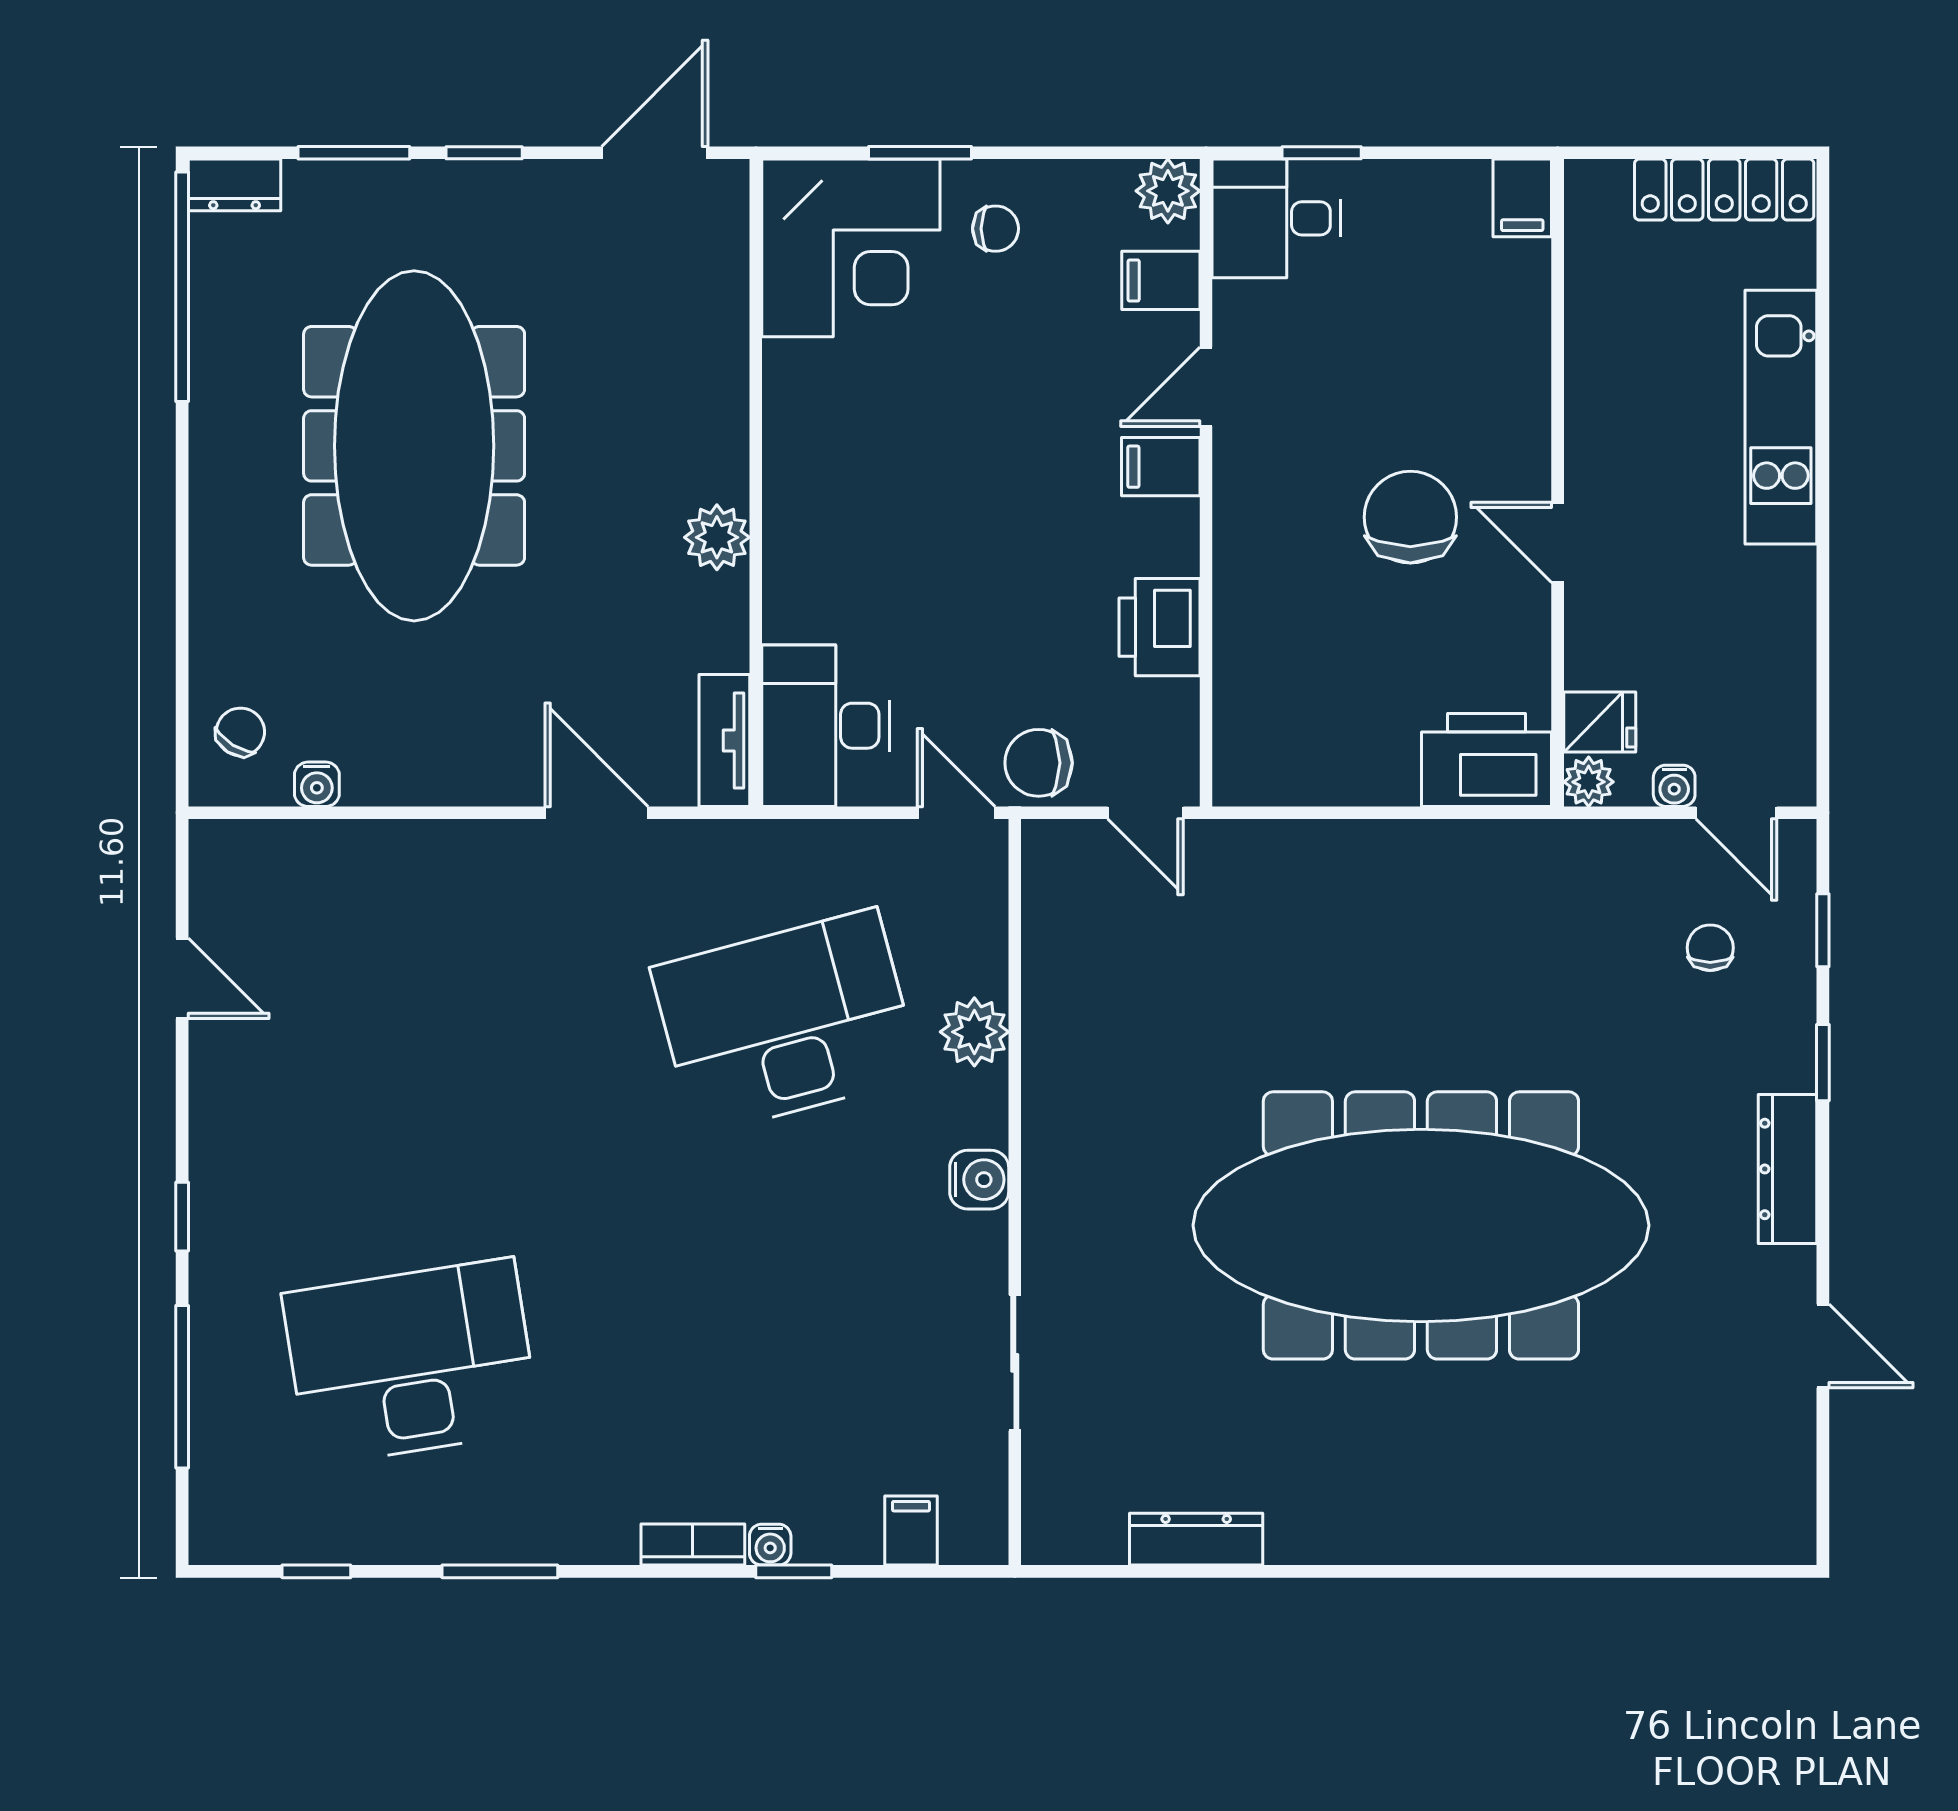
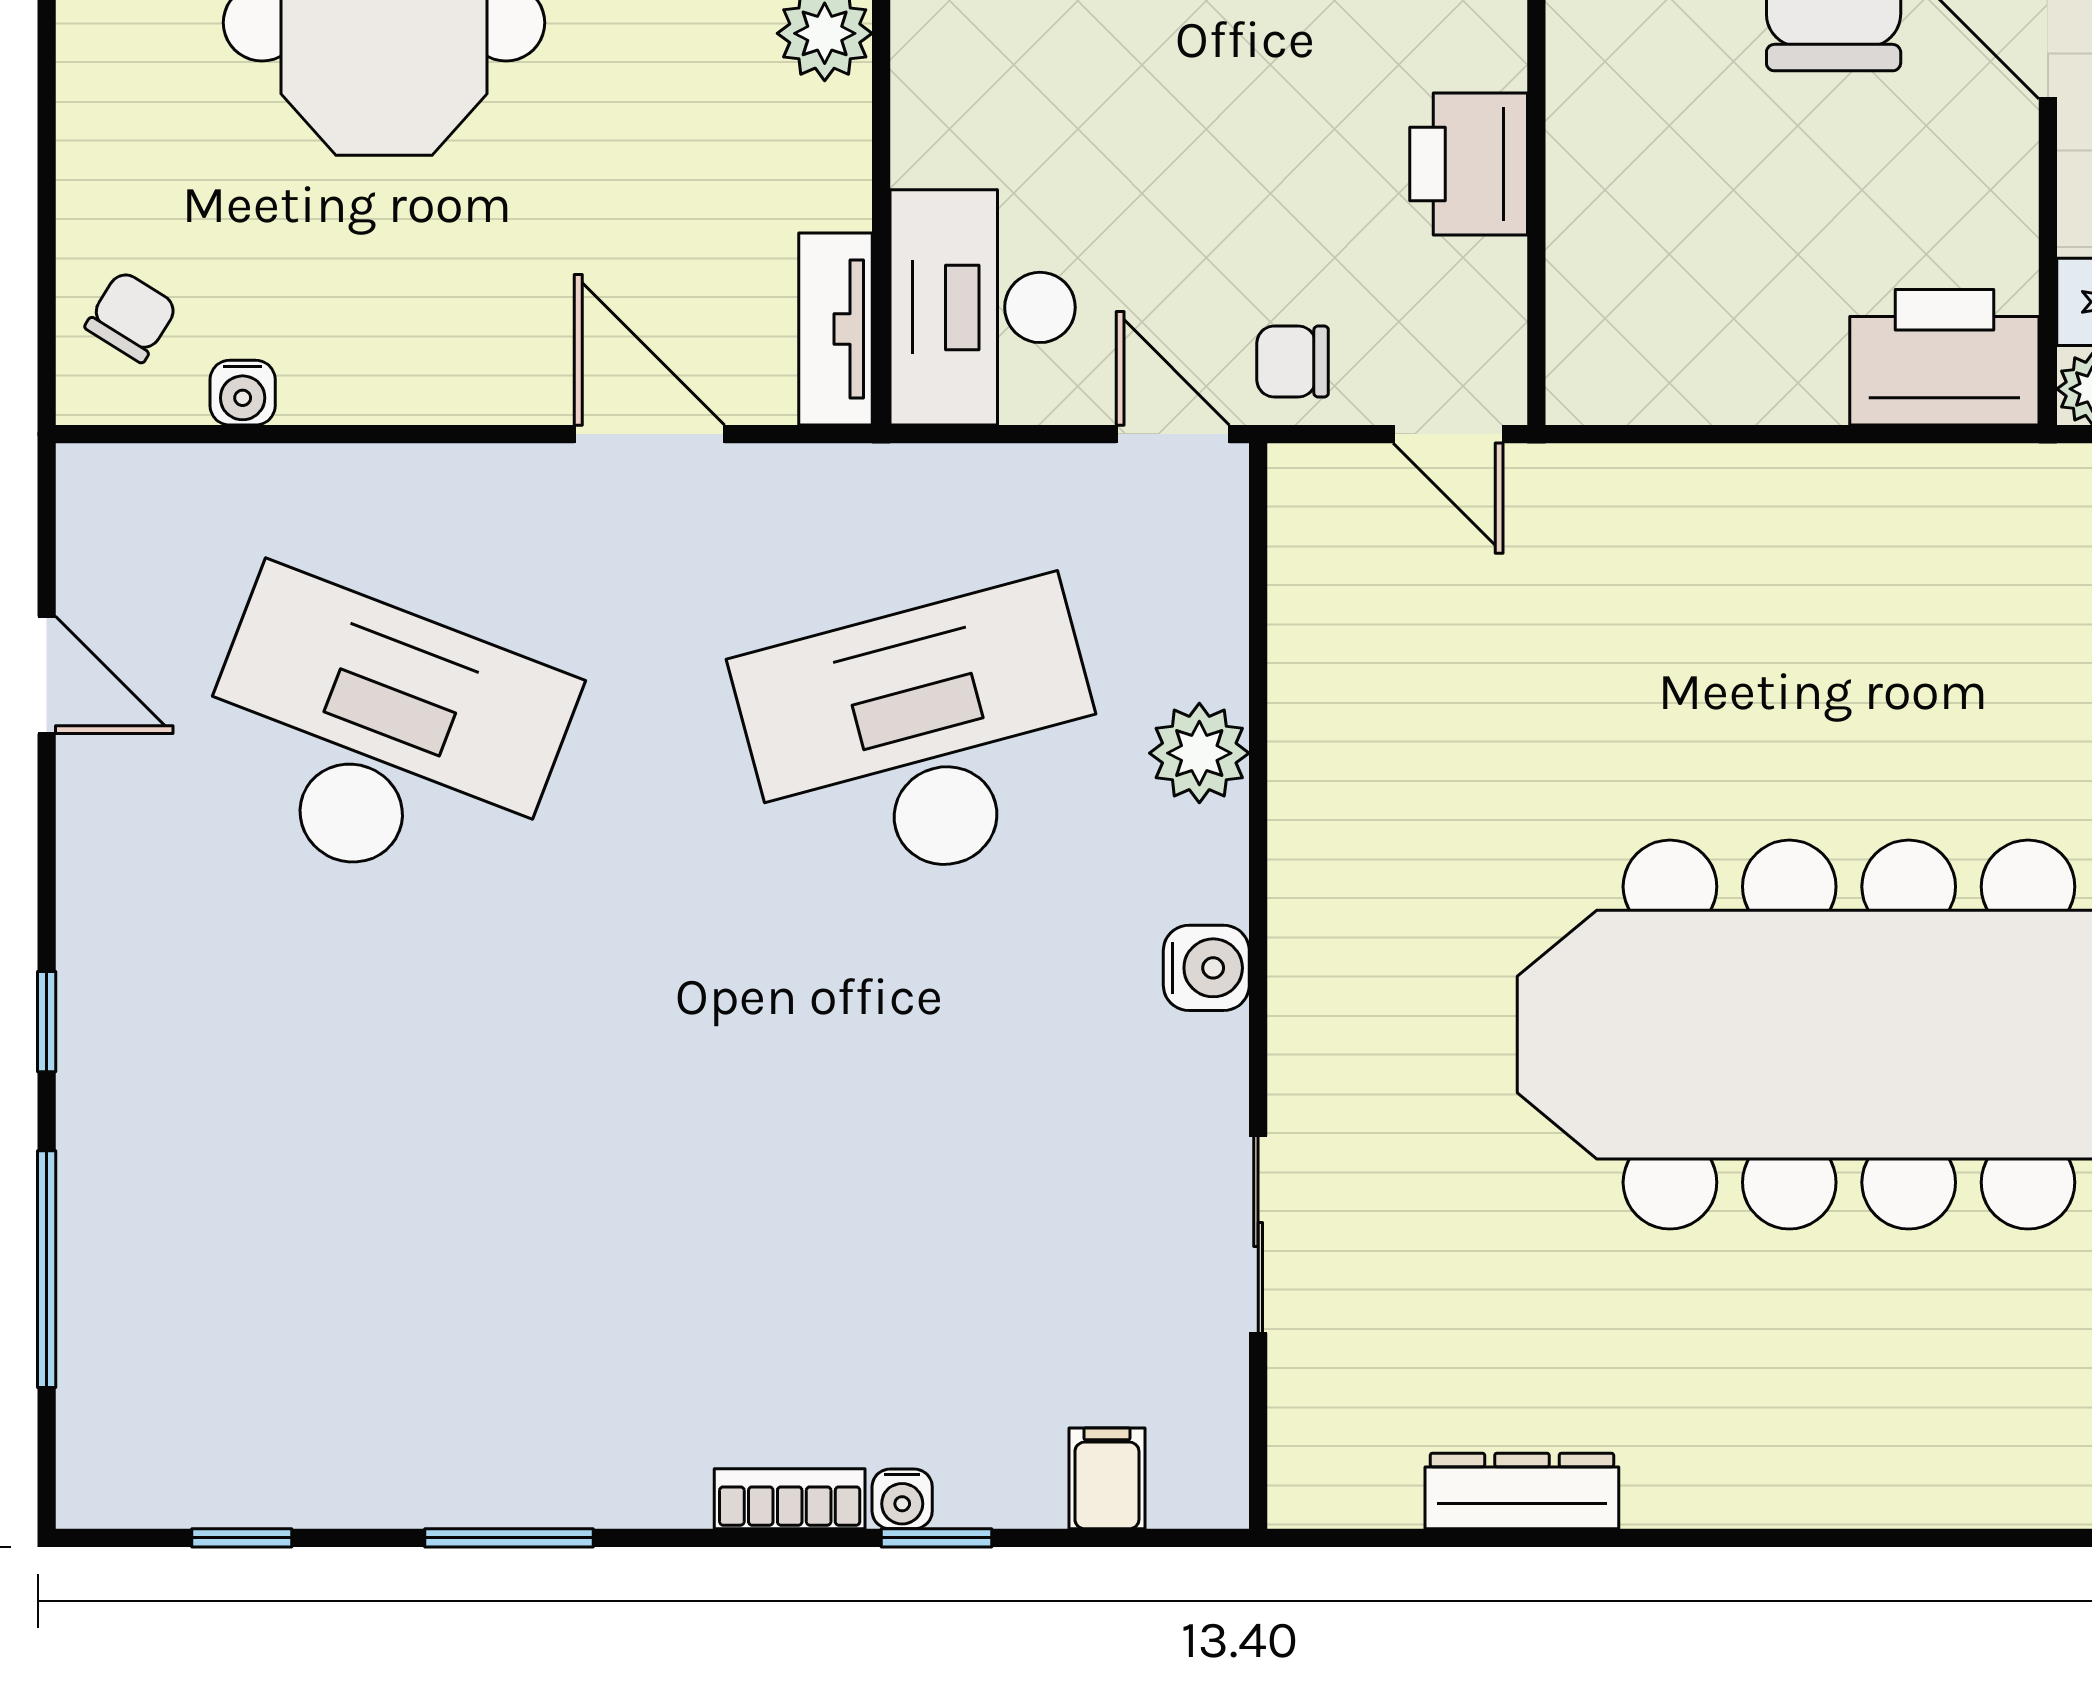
chair: (1039, 763) -> (1293, 362), width x0.73, depth x0.73
desk: (411, 1362) -> (380, 739), moved, turned 30

